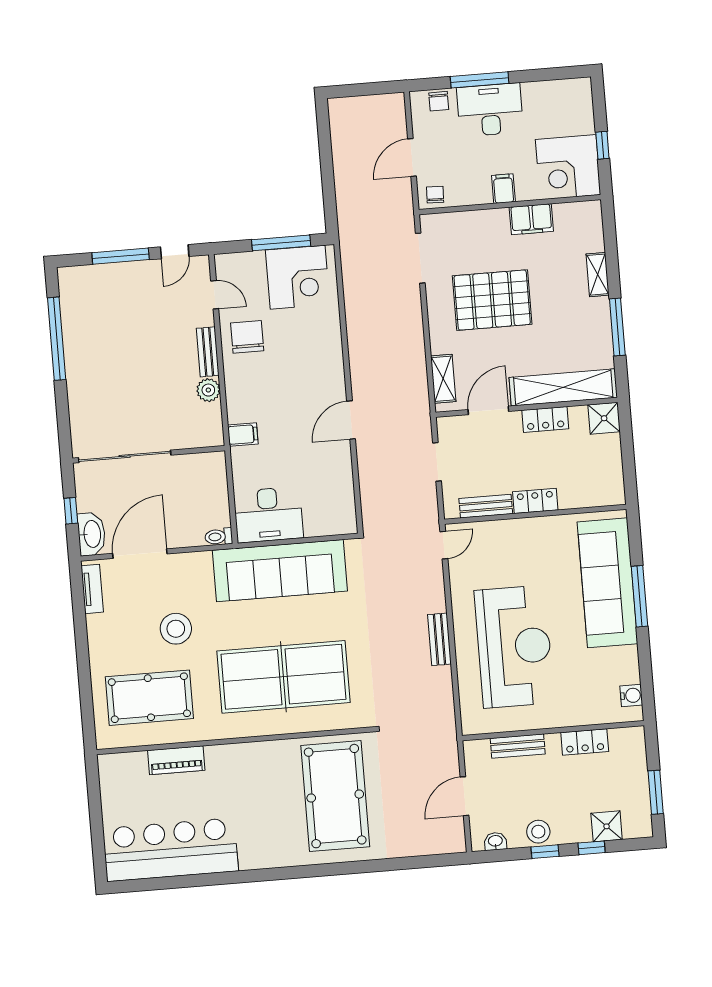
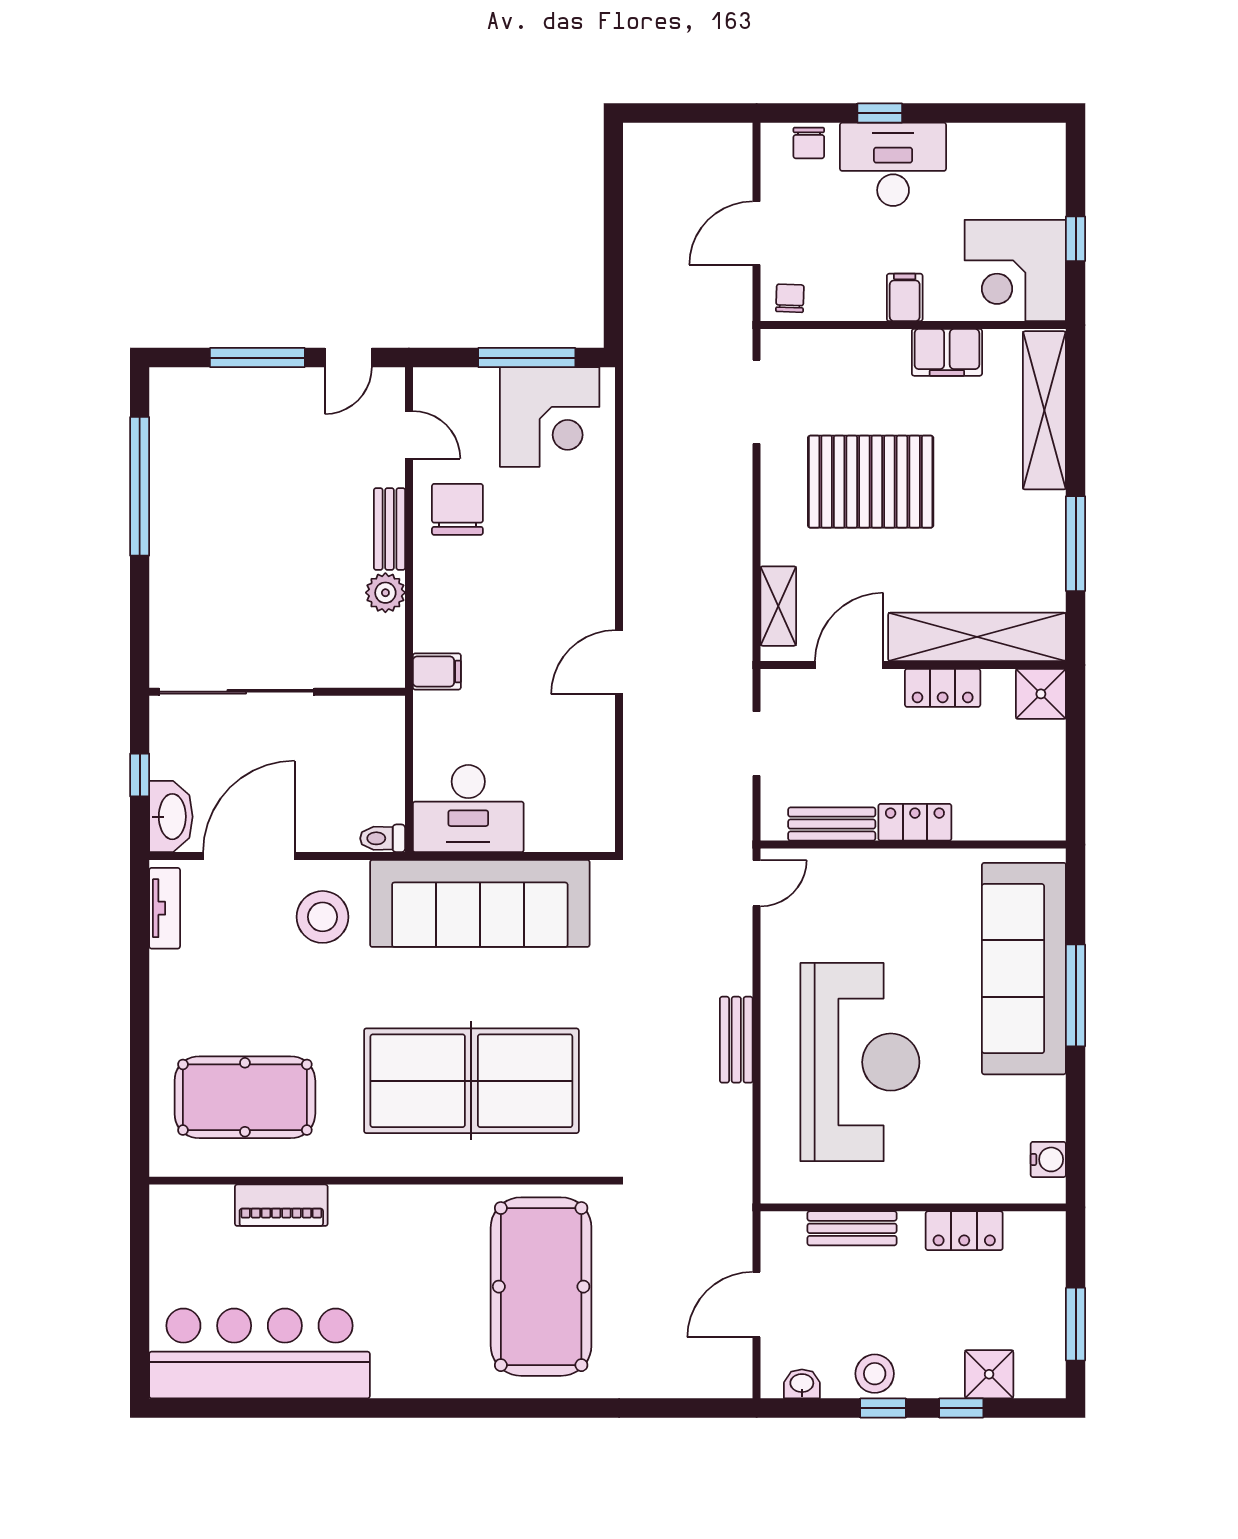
window: (480, 80) -> (880, 113), width x0.46
shelving: (598, 275) -> (1044, 410), width x2.20, depth x1.33
stool: (176, 629) -> (323, 917), moved

